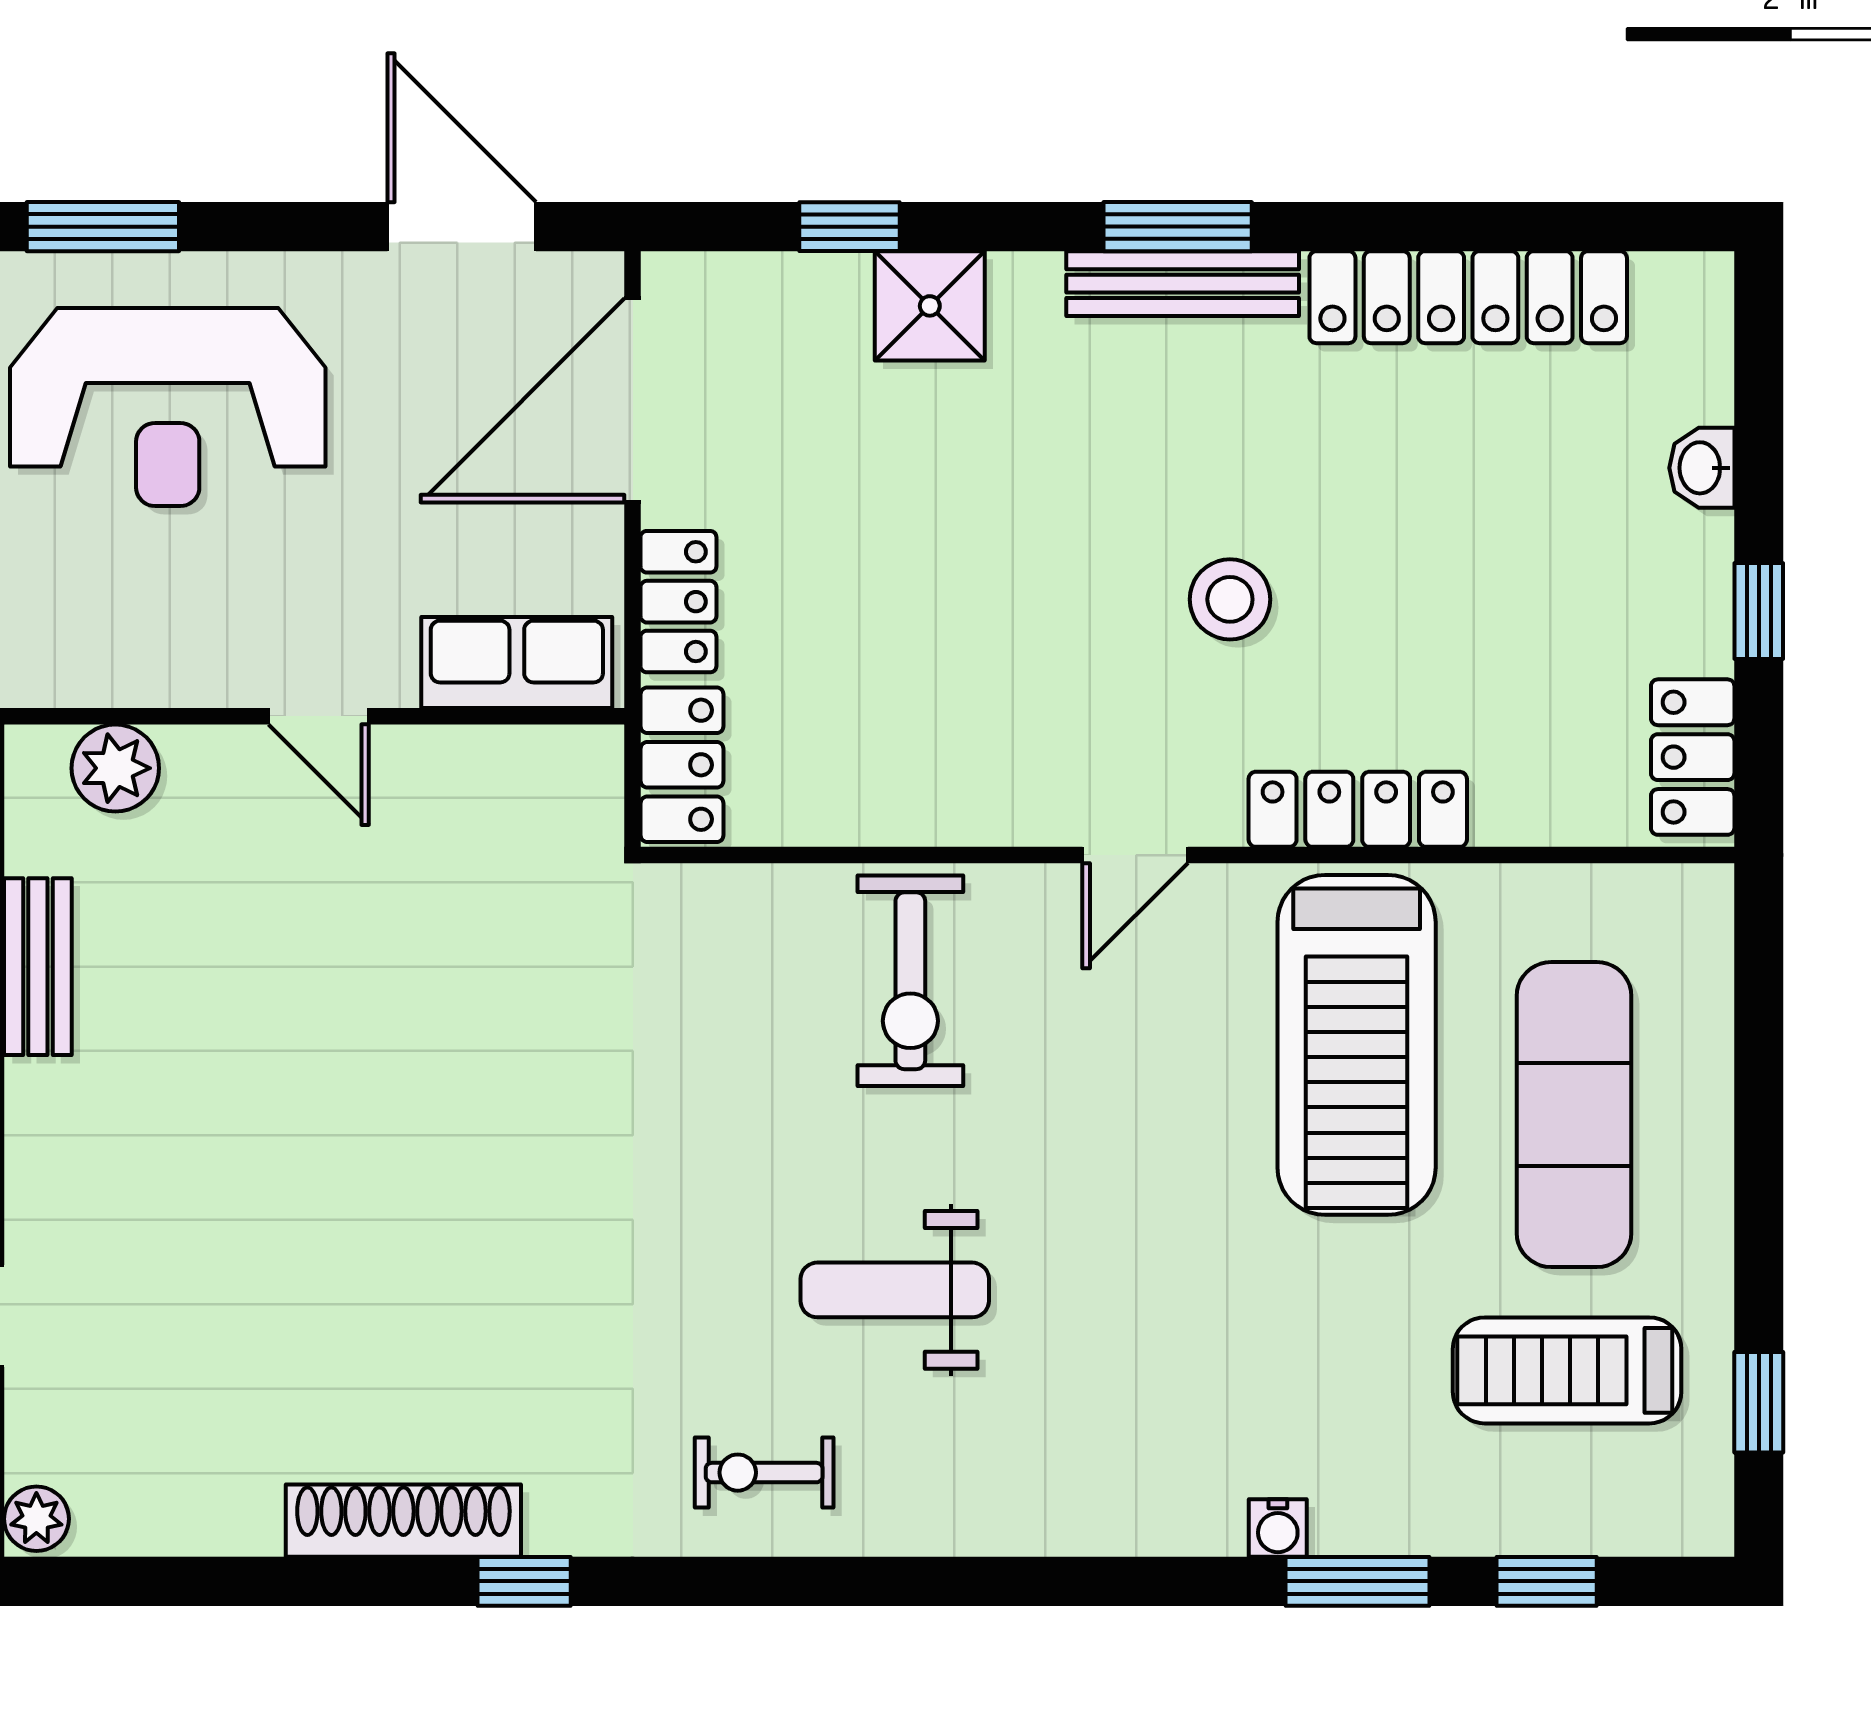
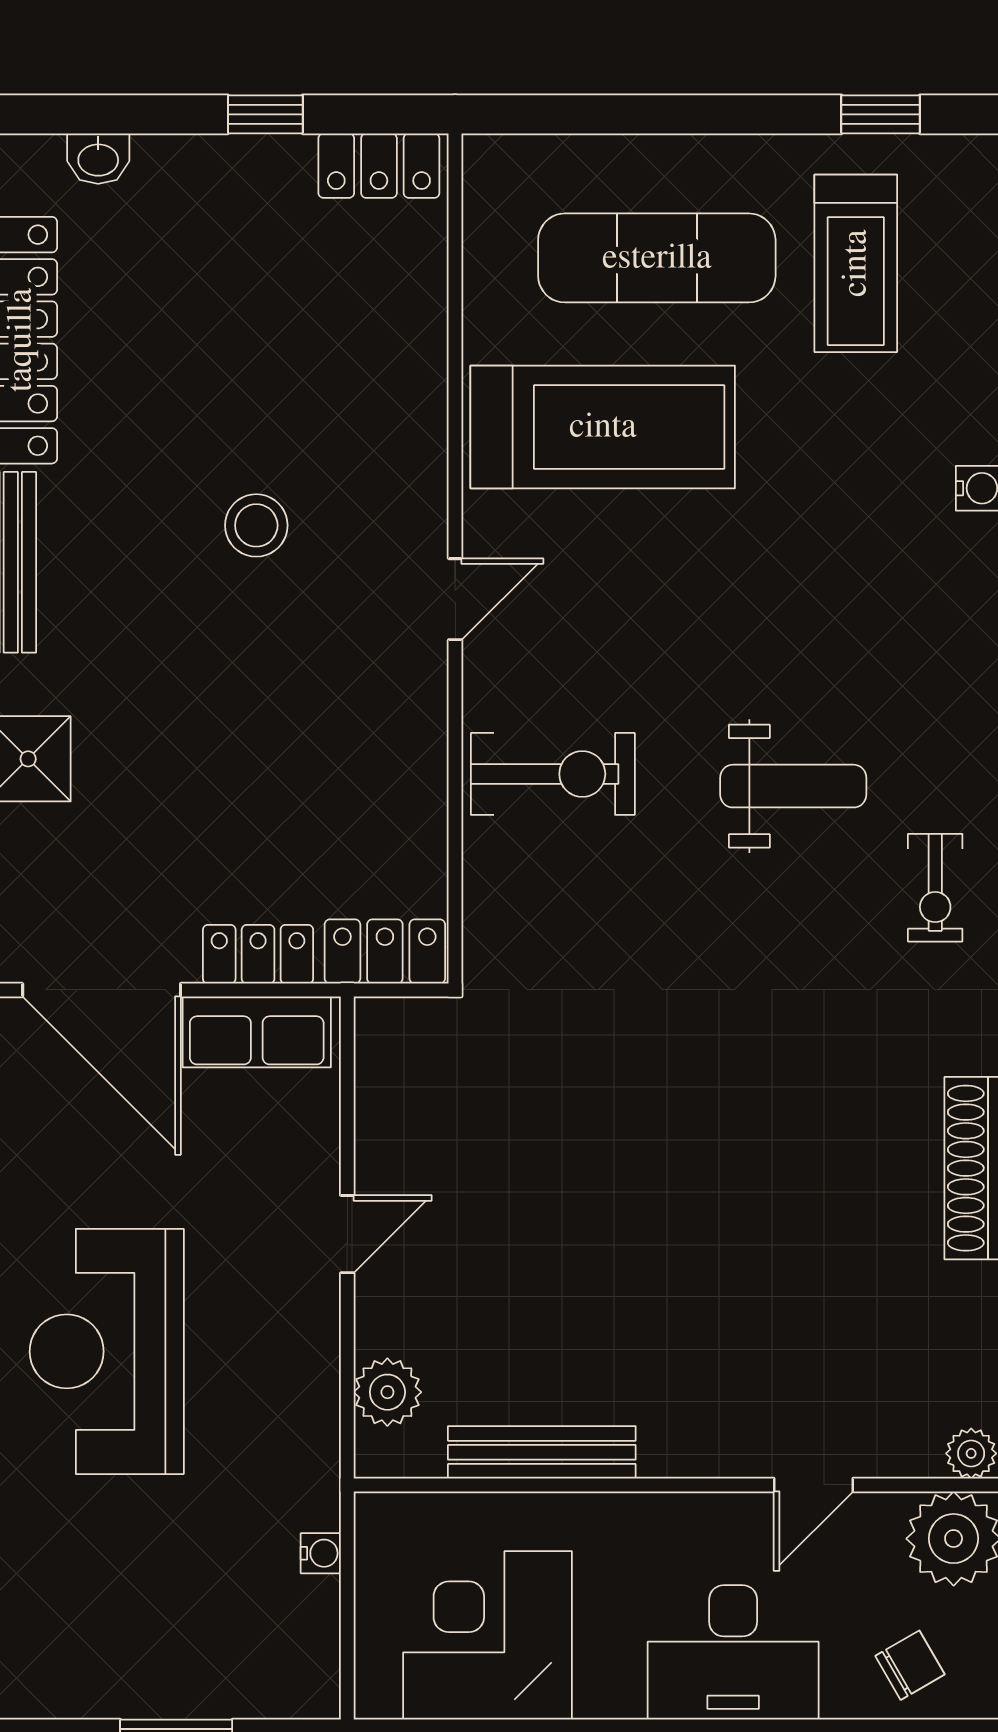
reception desk: (168, 407) -> (107, 1351), turned 180
washbasin: (1702, 468) -> (98, 159), moved
row of seats: (517, 663) -> (257, 1032), moved, turned -90
locker: (1358, 809) -> (419, 426), removed
door: (1135, 855) -> (455, 599), hinge flipped
bench: (38, 967) -> (542, 1452), width x1.36
weight bench: (895, 1290) -> (793, 786), turned -90

